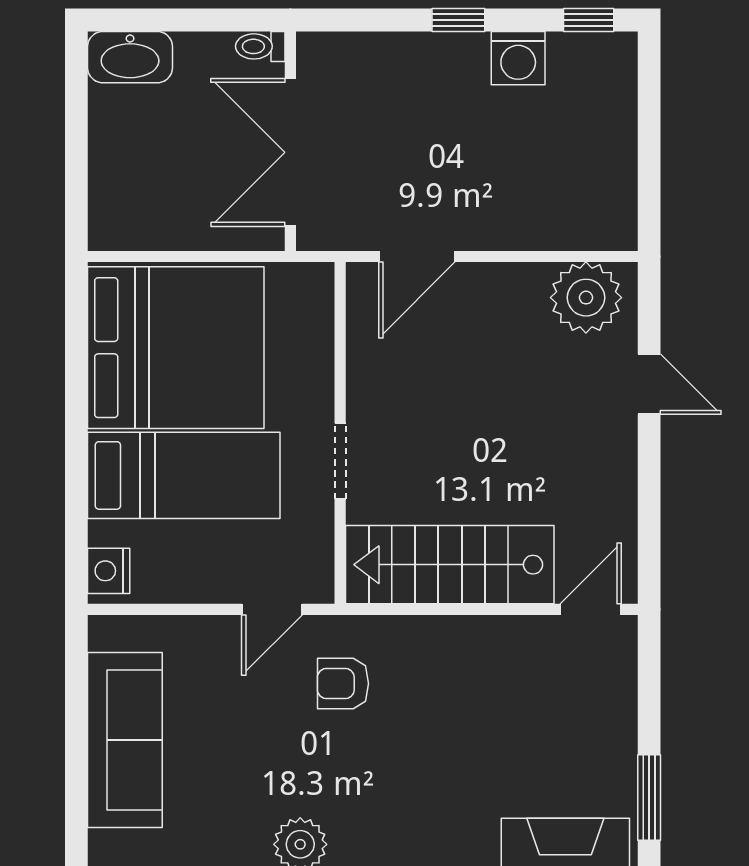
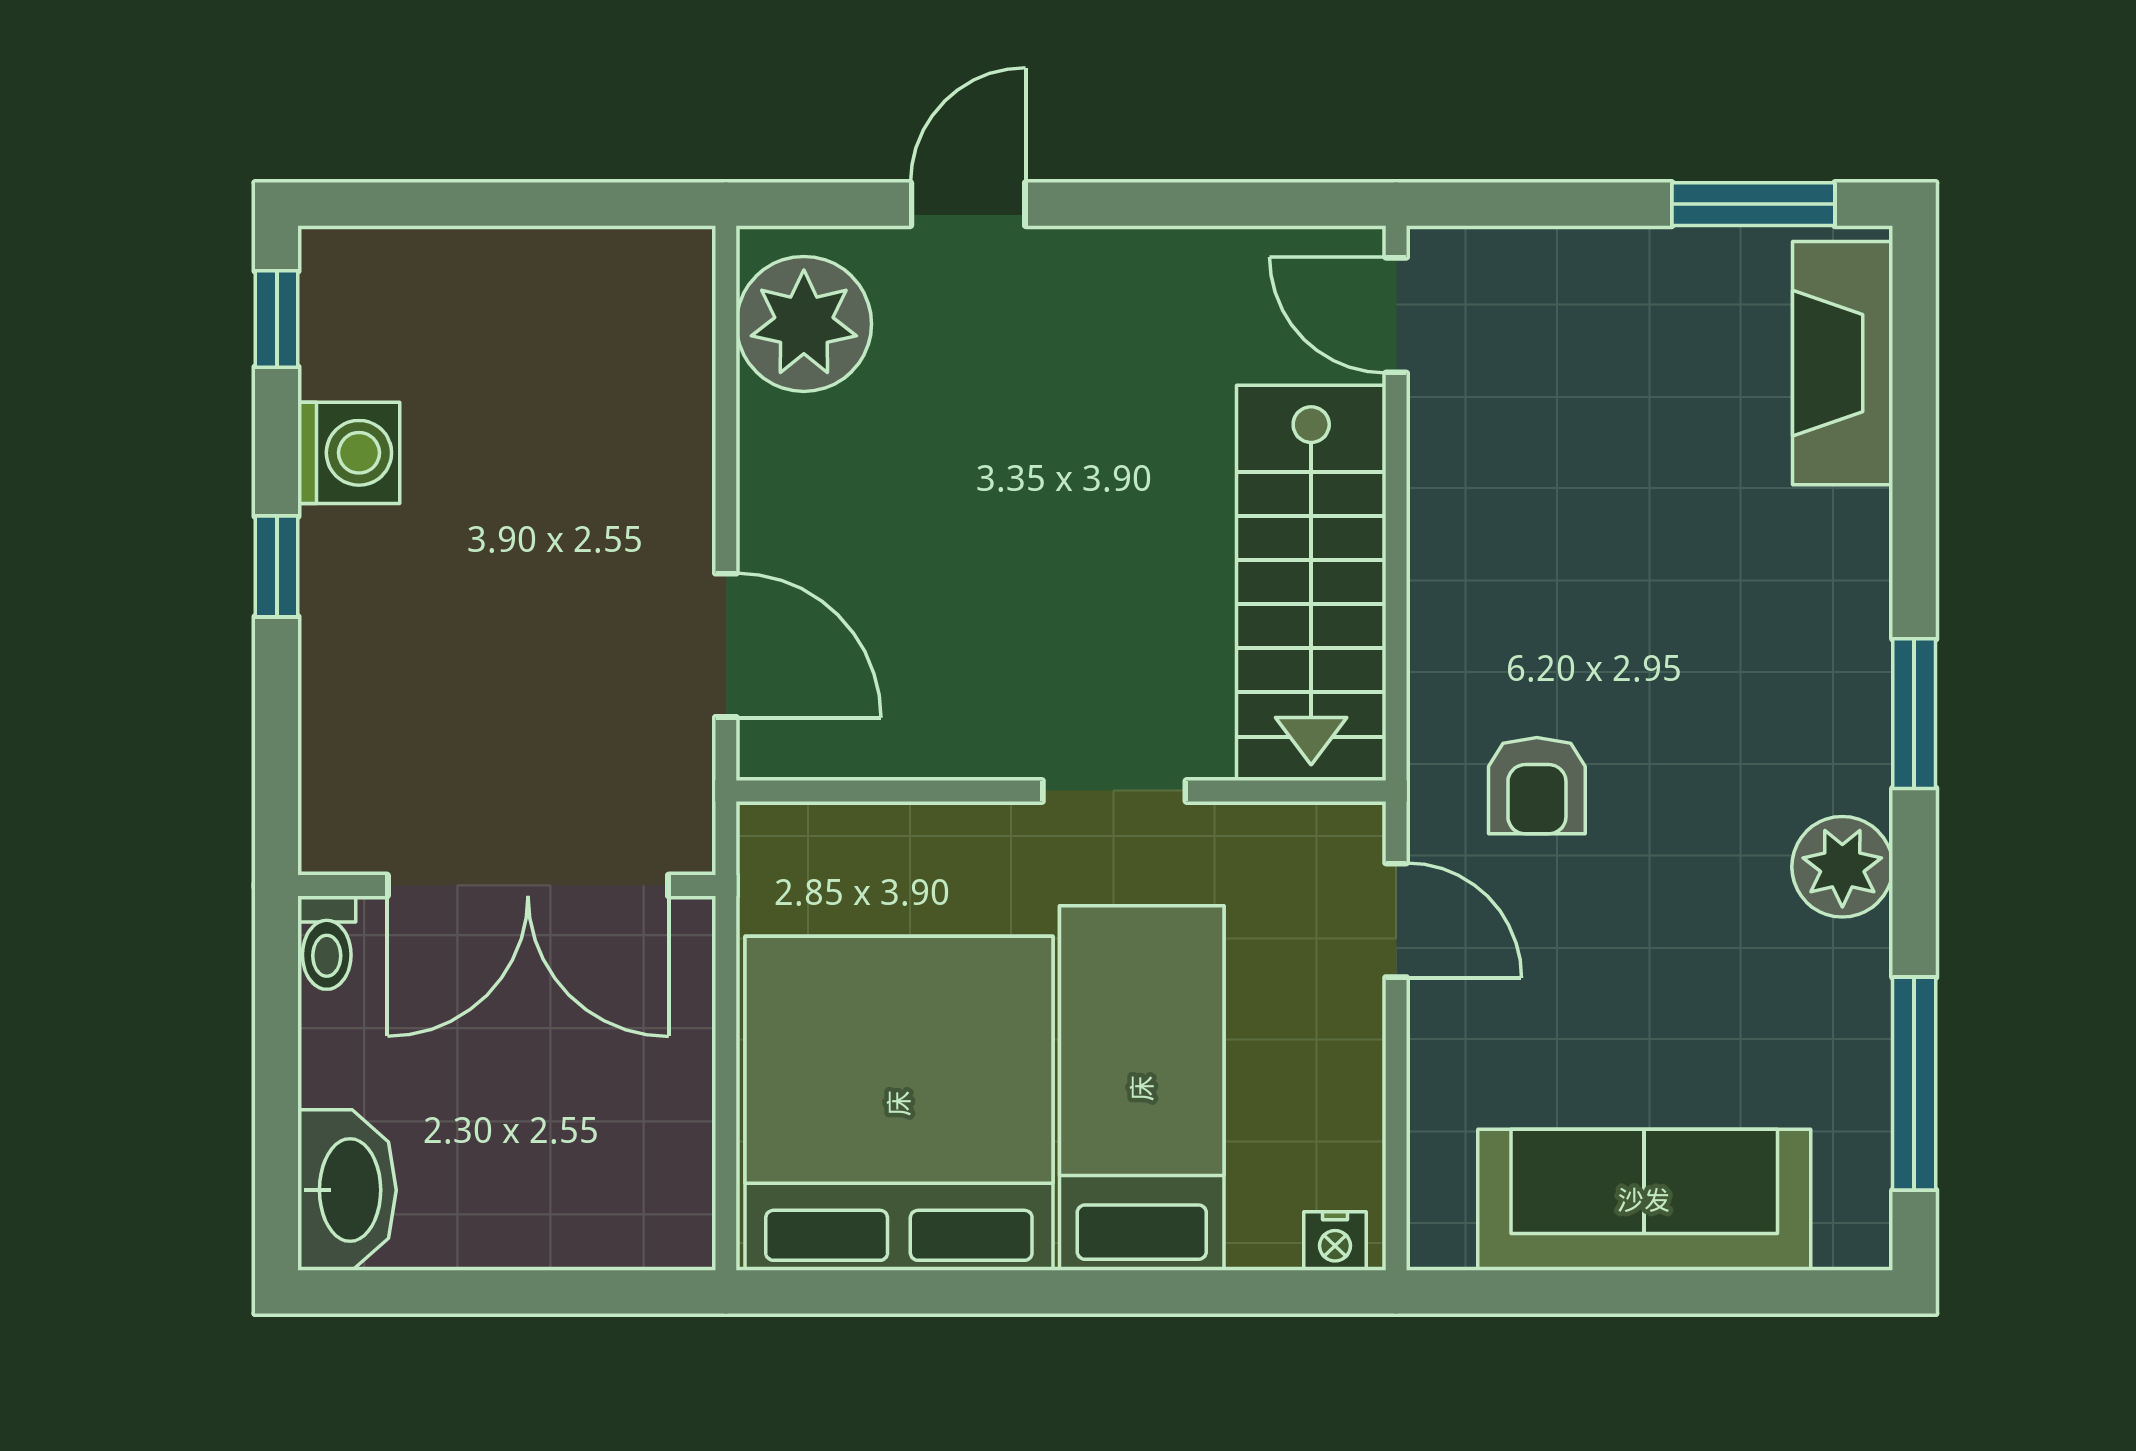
nightstand: (109, 571) -> (1335, 1241), width x0.72, depth x0.74

